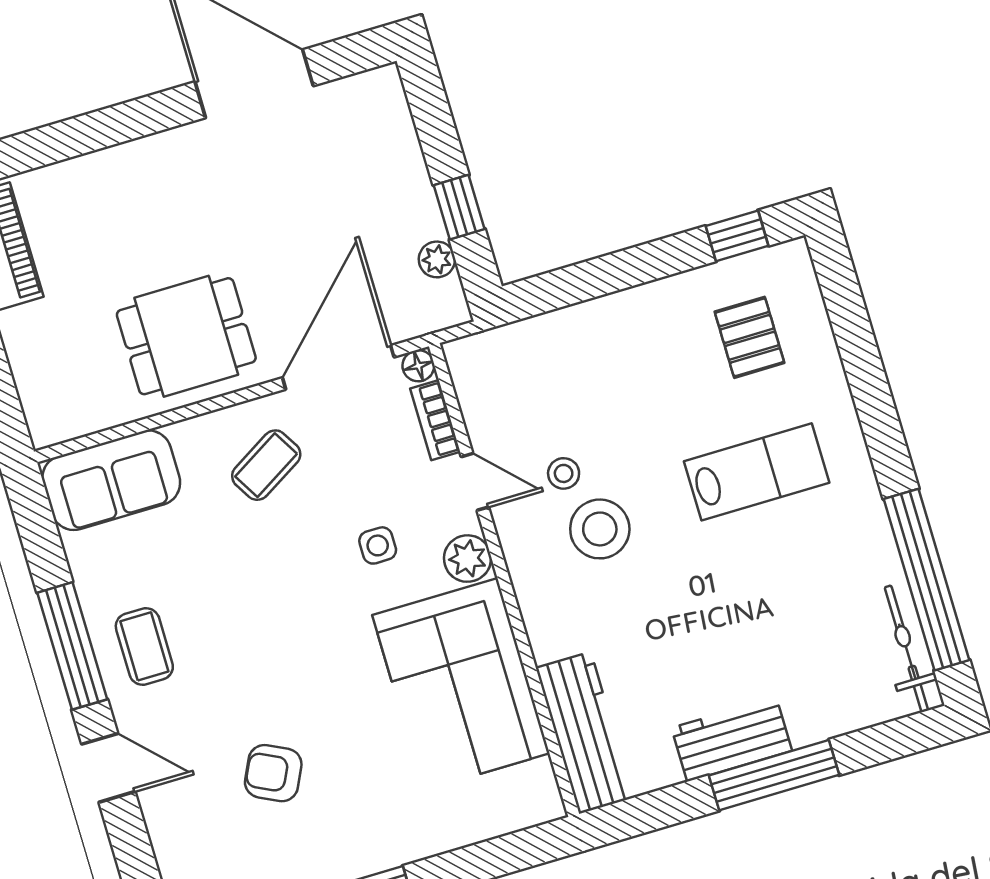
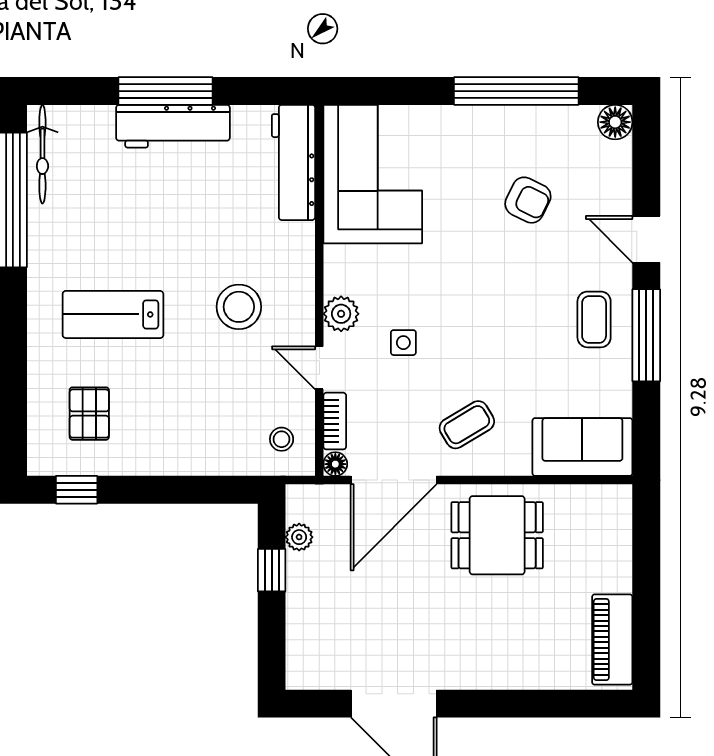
stool: (564, 473) -> (282, 439), moved
corner sofa: (461, 684) -> (373, 174), moved
workbench: (732, 739) -> (173, 126), width x1.38

